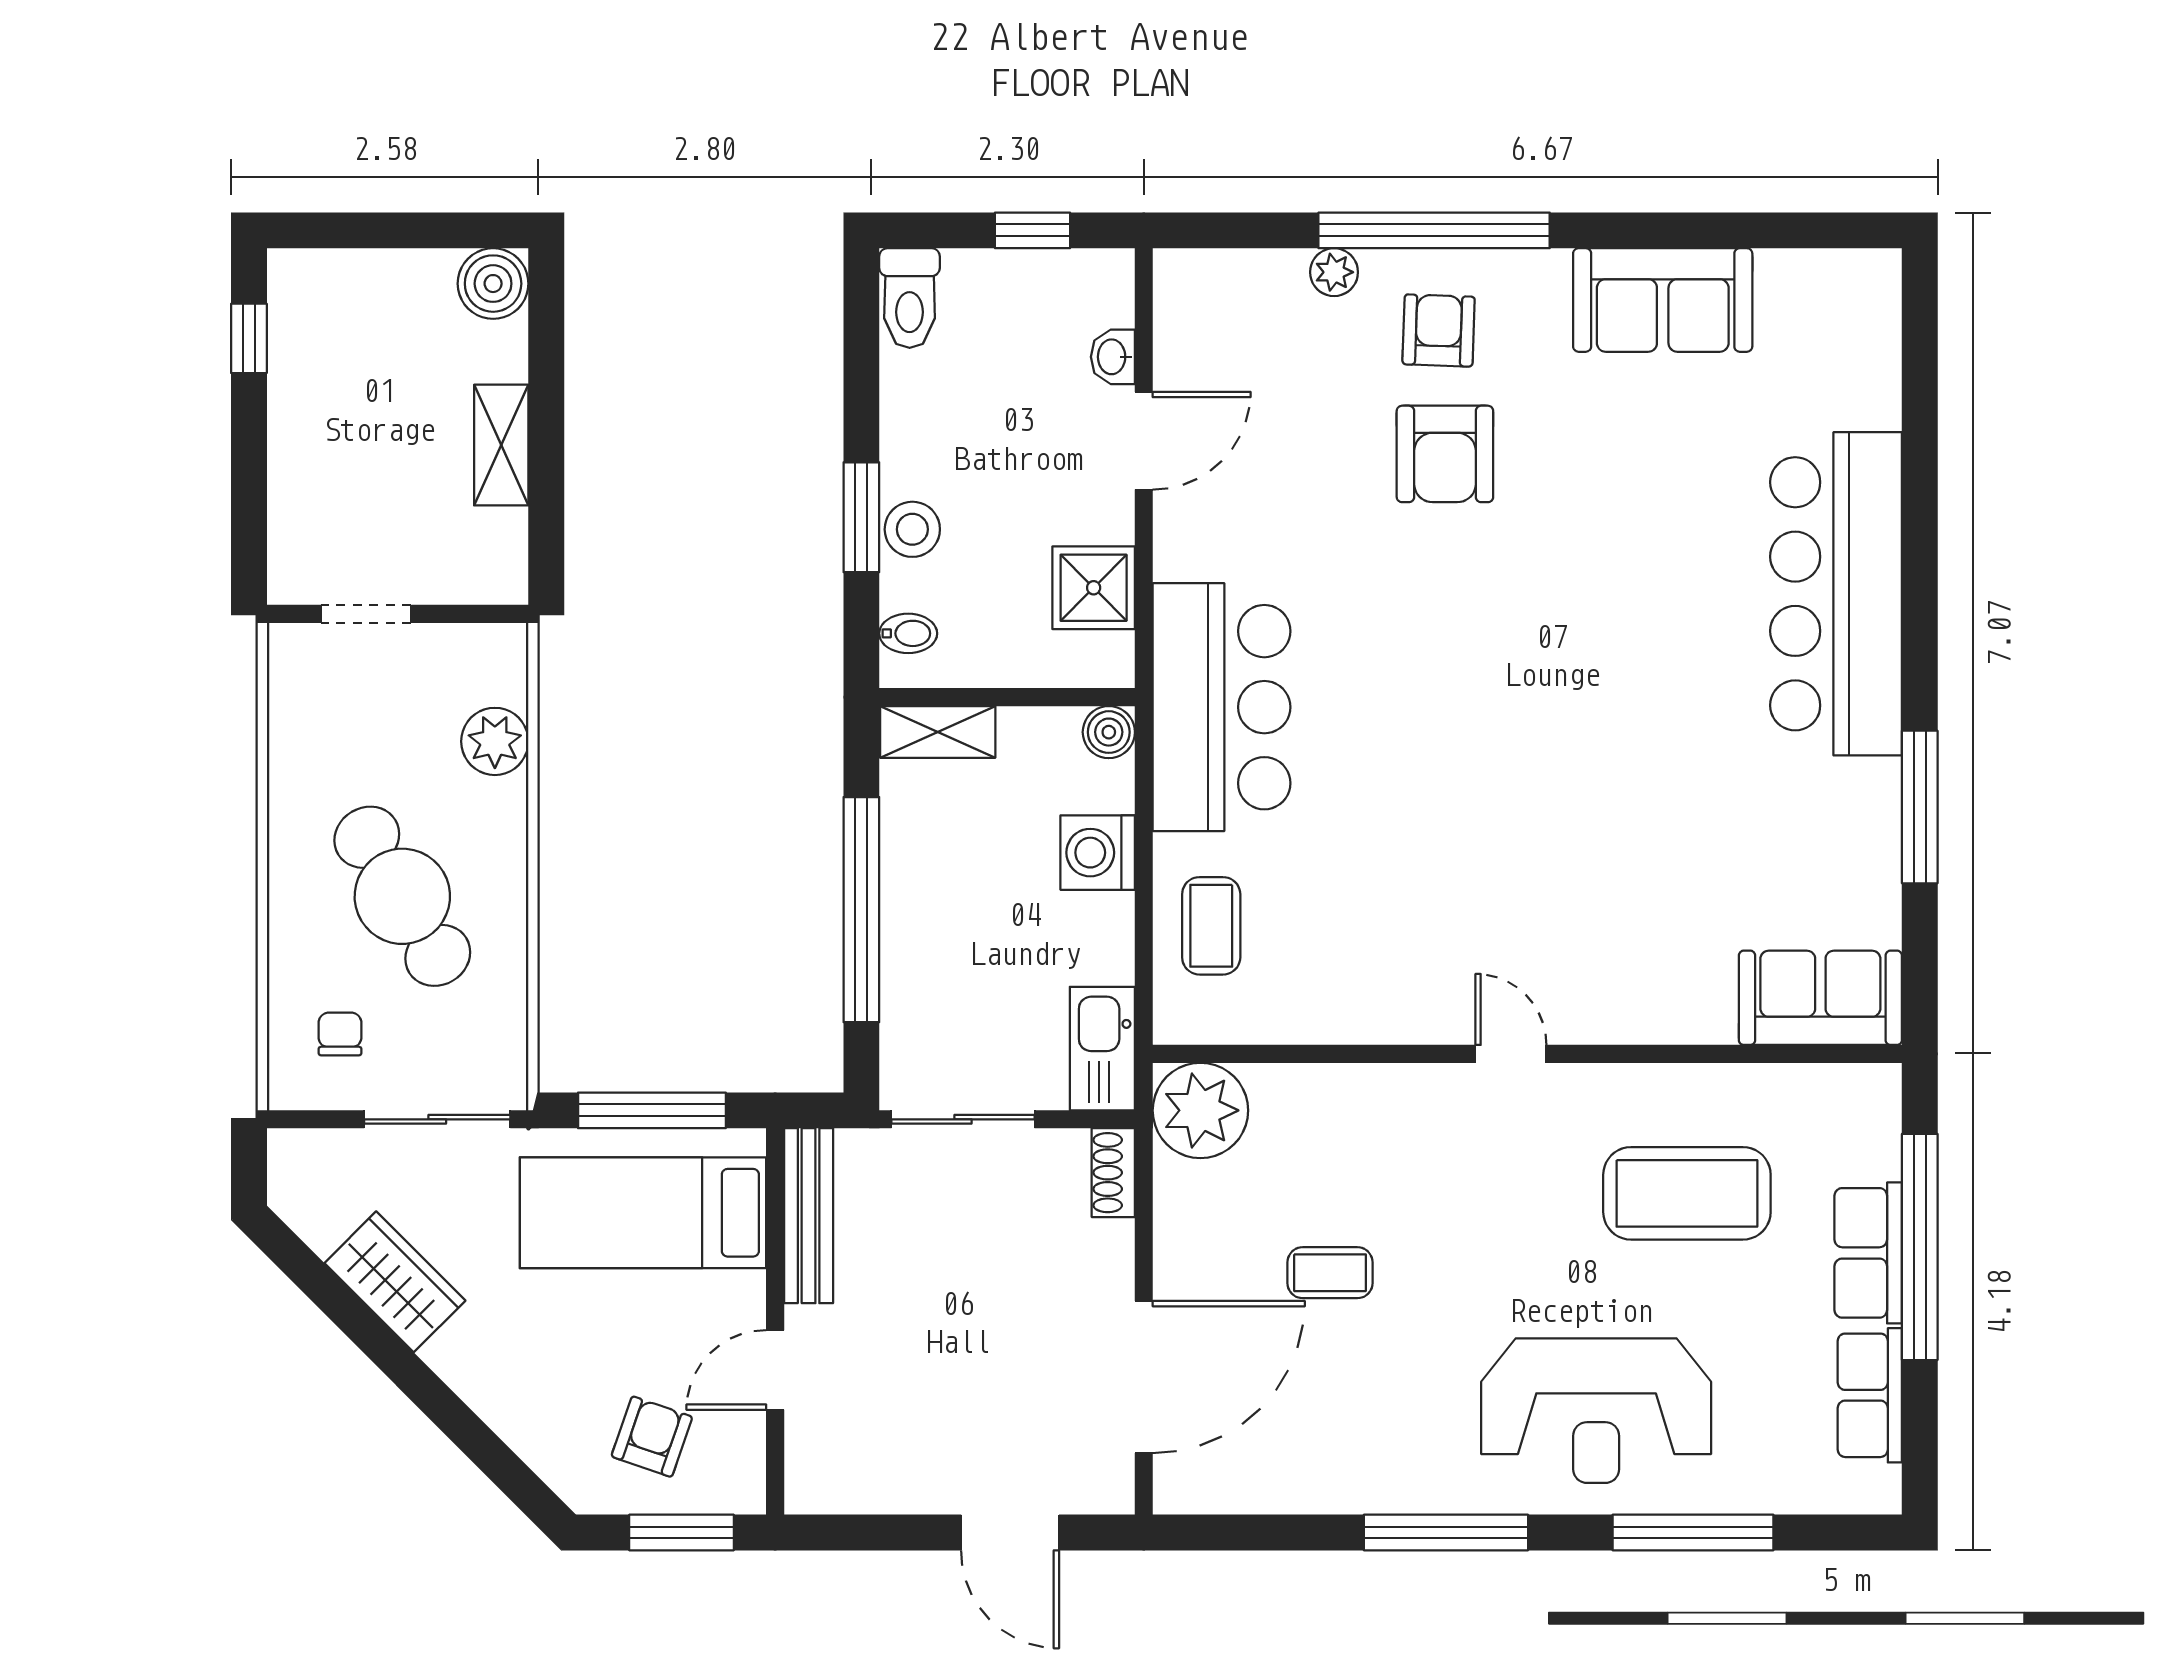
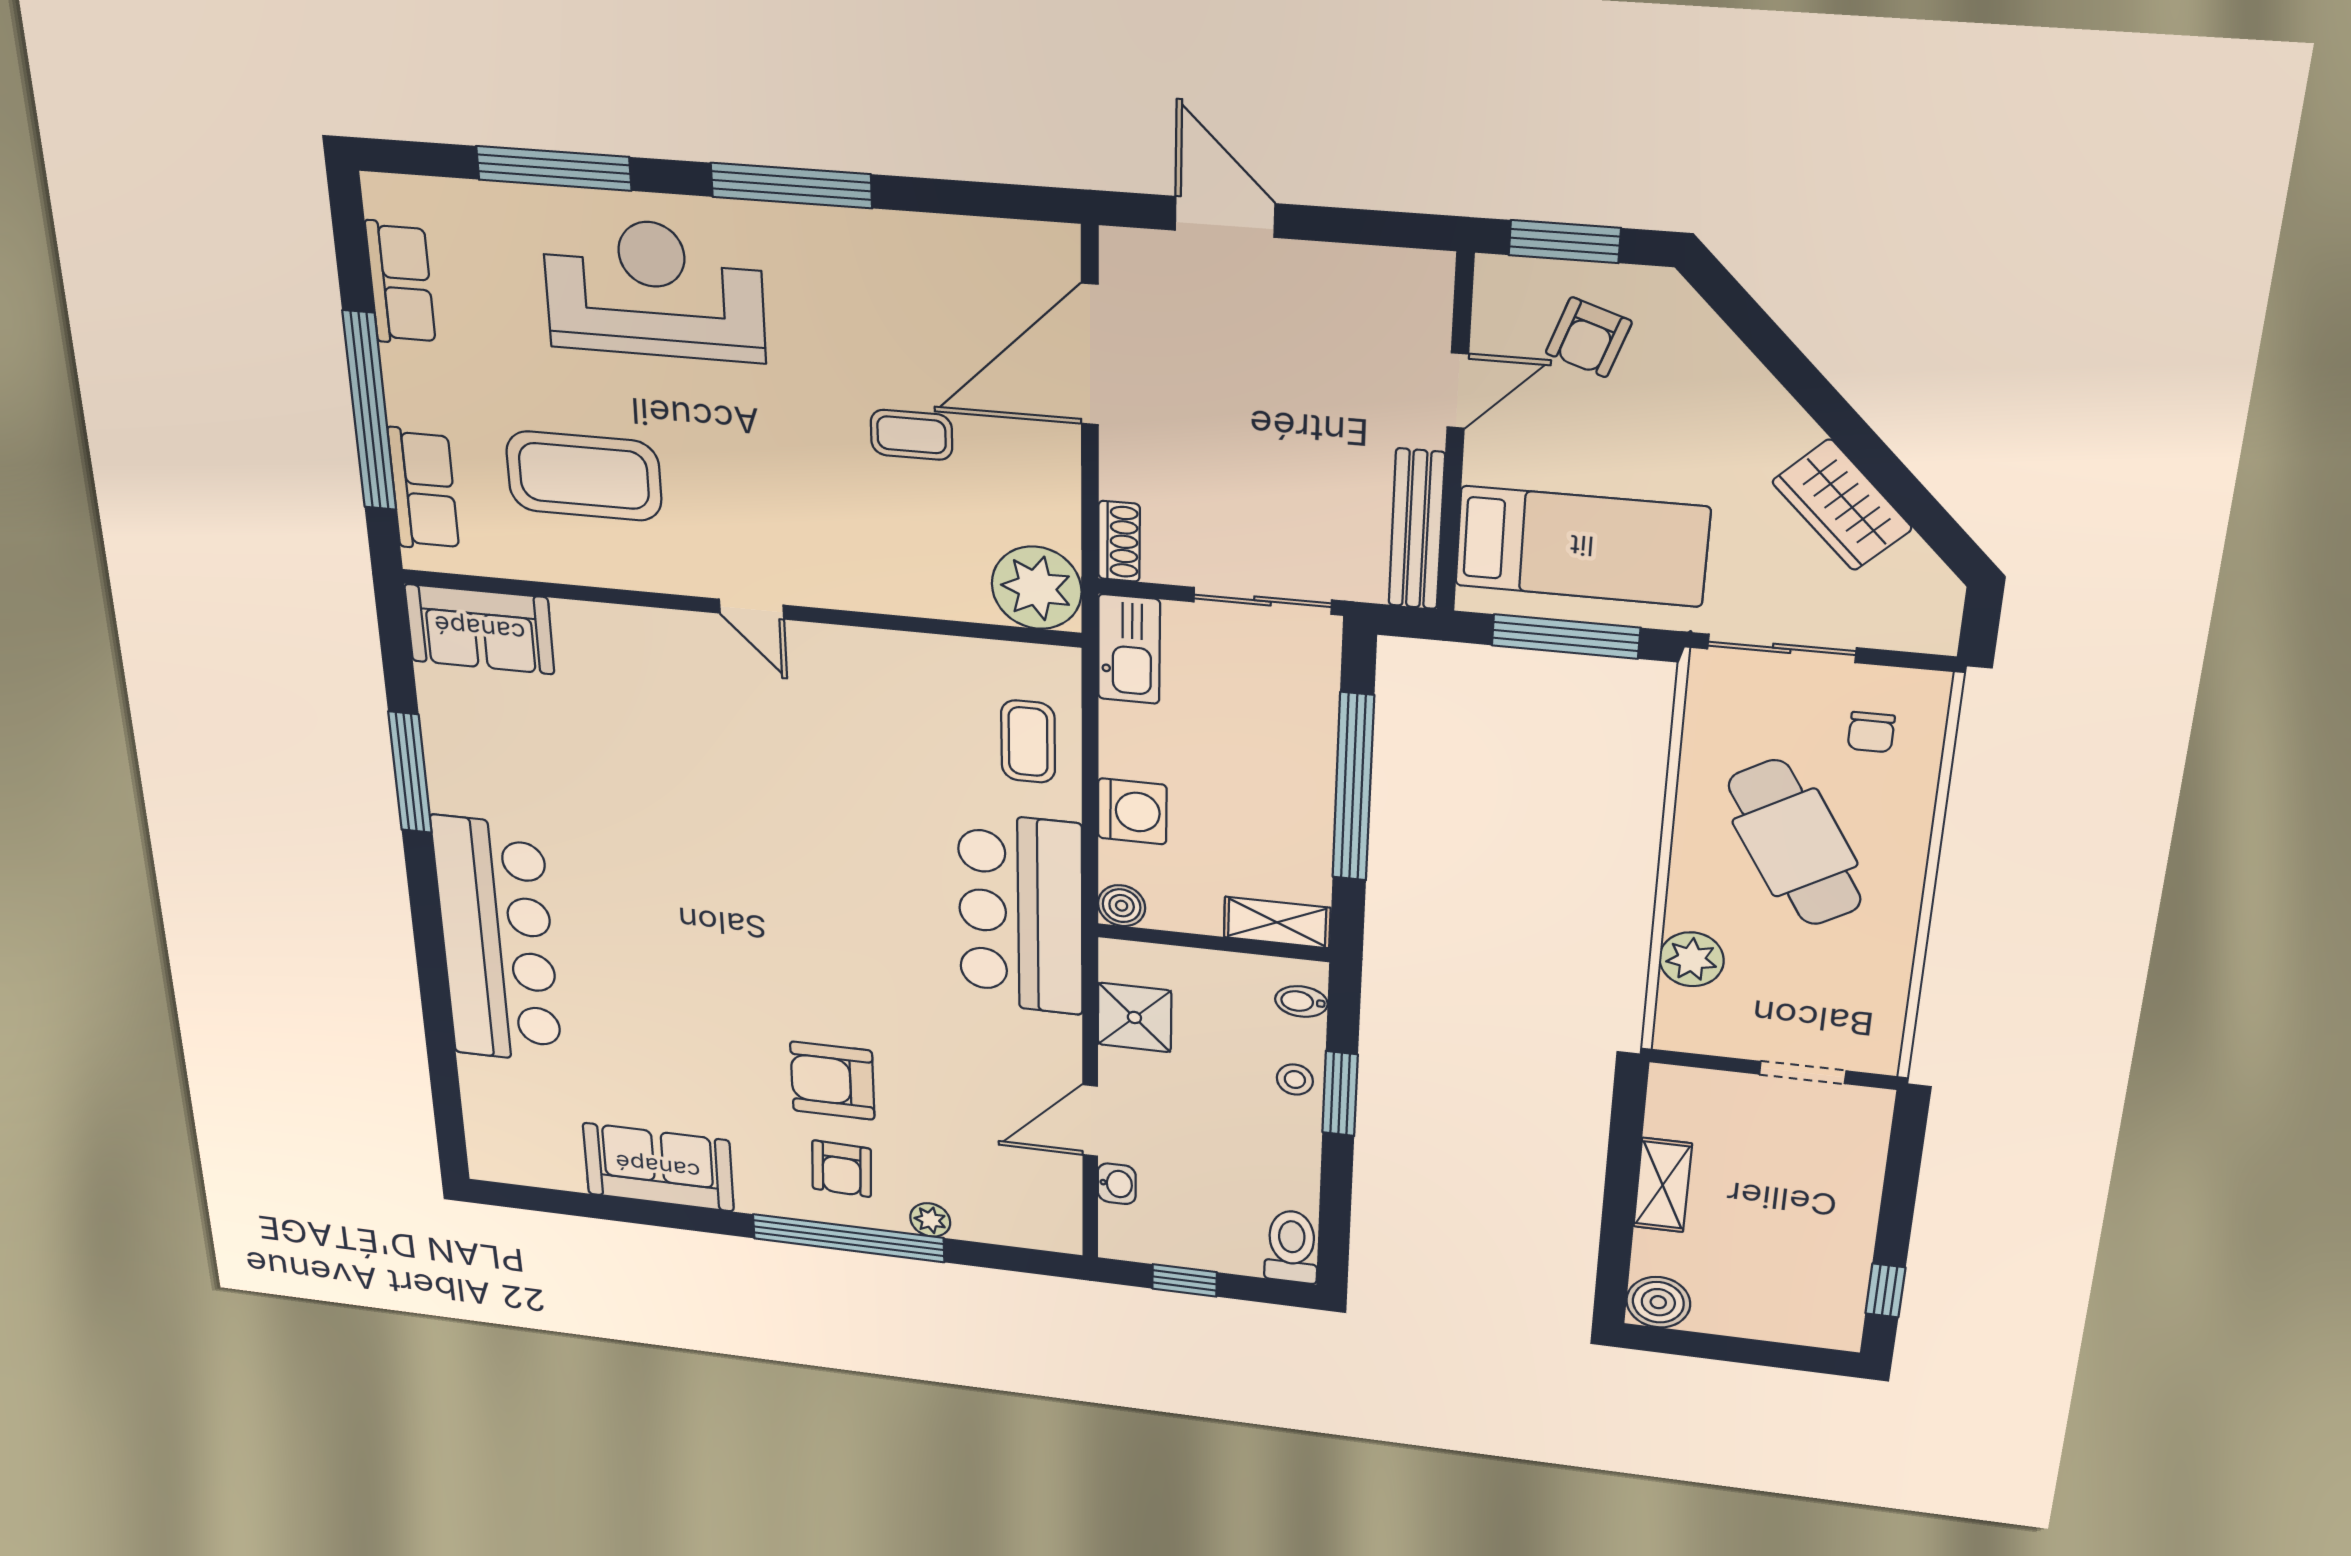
armchair: (1445, 454) -> (832, 1081), turned -90
stool: (912, 529) -> (1295, 1079), width x0.73, depth x0.73
row of seats: (1868, 1253) -> (424, 489), moved

